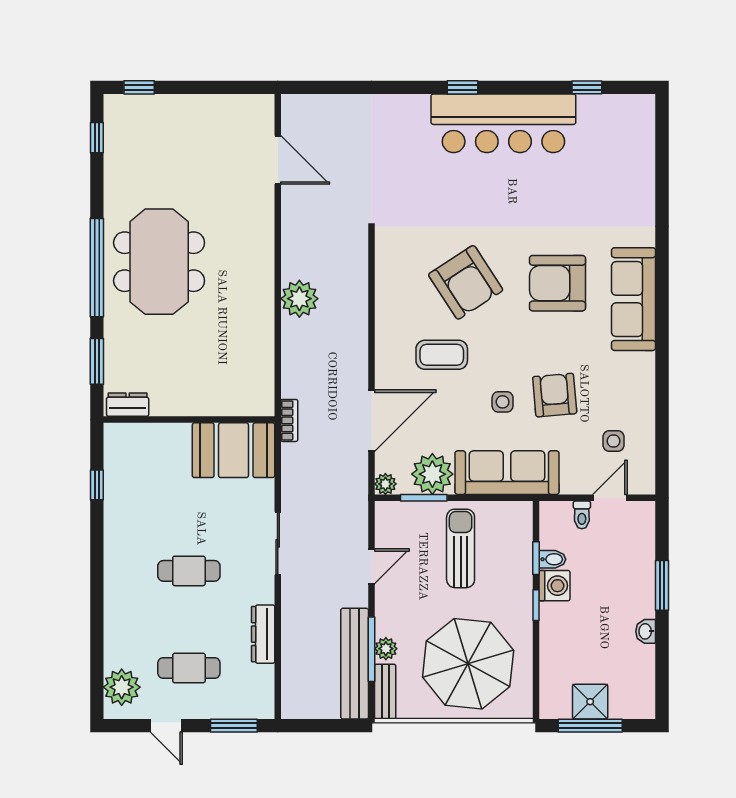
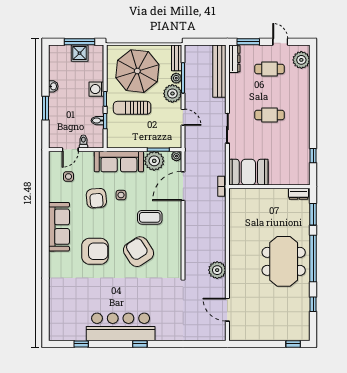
window: (97, 138) -> (313, 304), moved
plant: (299, 299) -> (217, 270), moved
sofa: (634, 299) -> (59, 227), moved
sun lounger: (461, 548) -> (132, 108), moved, turned 90
door: (372, 566) -> (183, 117), swing flipped
washing machine: (554, 586) -> (96, 89), moved
plant: (394, 616) -> (172, 94), added
dresser: (263, 634) -> (234, 59), moved
bench: (355, 664) -> (219, 71), moved

